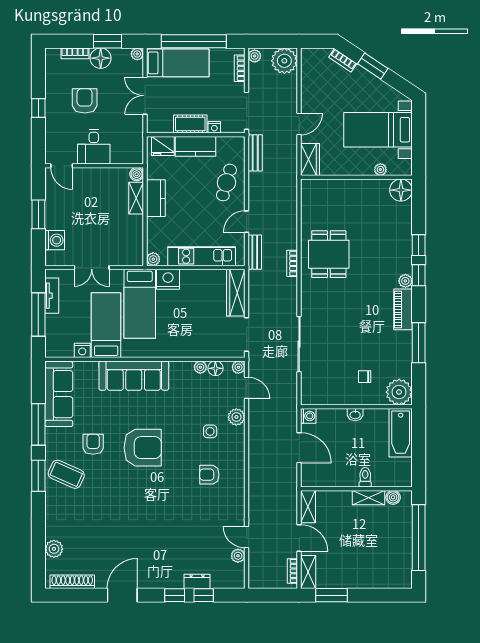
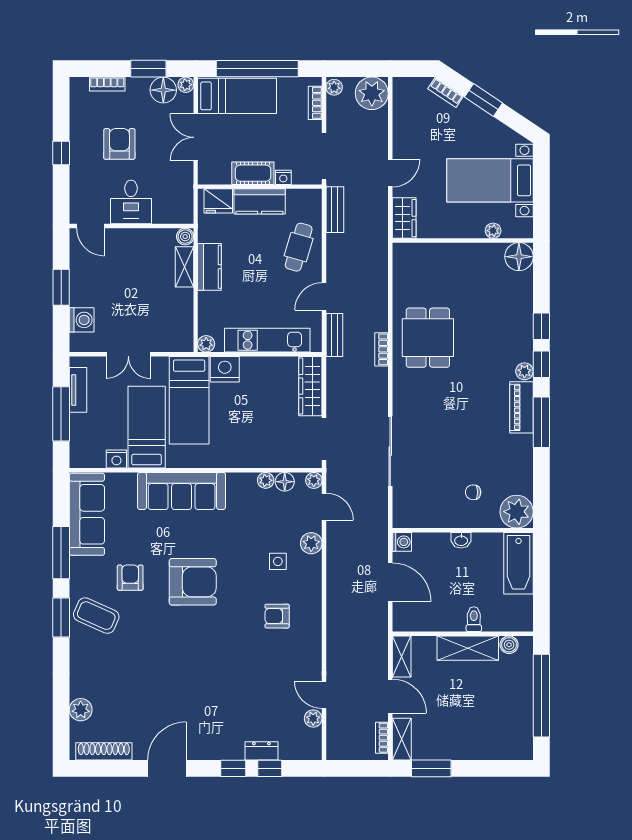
floor lamp: (101, 58) -> (163, 90), moved
window: (419, 343) -> (541, 422), moved
shelving: (368, 498) -> (468, 648), width x1.50, depth x1.33

